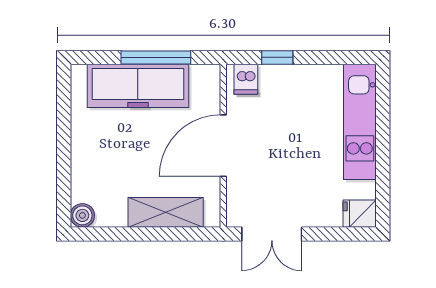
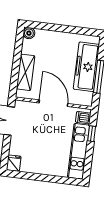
kitchen unit: (360, 122) -> (79, 151), moved, turned -90

